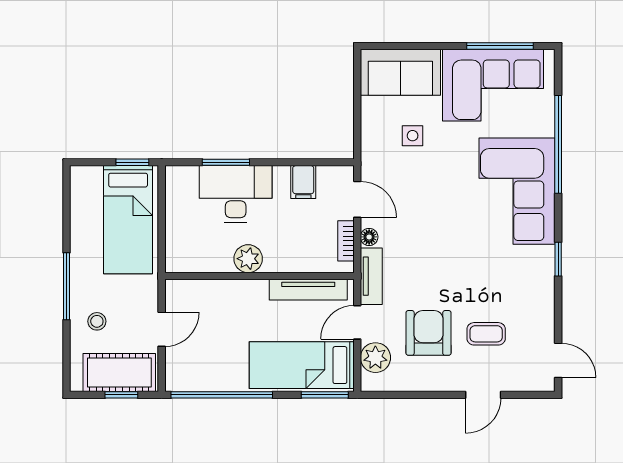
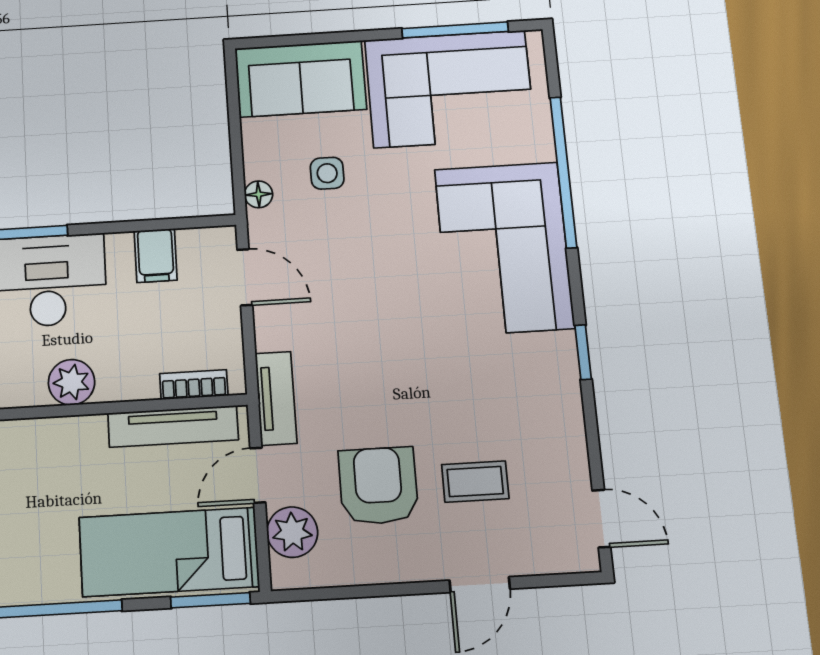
floor lamp: (369, 237) -> (259, 194), moved
bookcase: (346, 241) -> (194, 385), moved, turned 90

